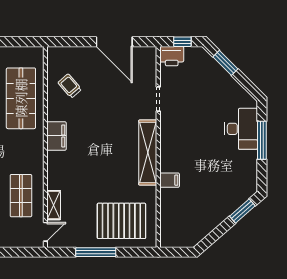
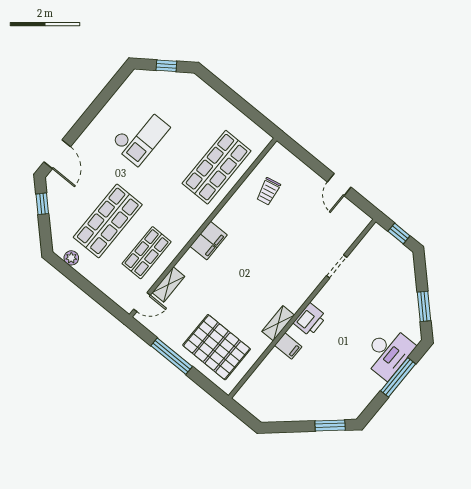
door: (114, 42) -> (339, 185), width x0.53
printer: (172, 56) -> (310, 320), moved, turned -90
window: (225, 63) -> (424, 306), moved
trolley: (70, 86) -> (268, 191), turned -151
filing cabinet: (57, 136) -> (209, 241), moved
shelving: (148, 153) -> (278, 323), width x0.45, depth x0.75

